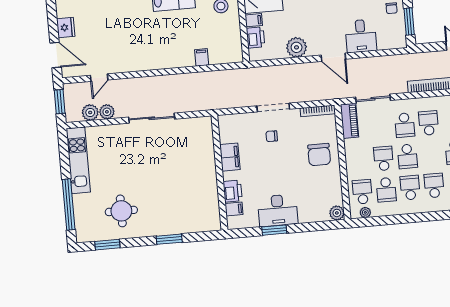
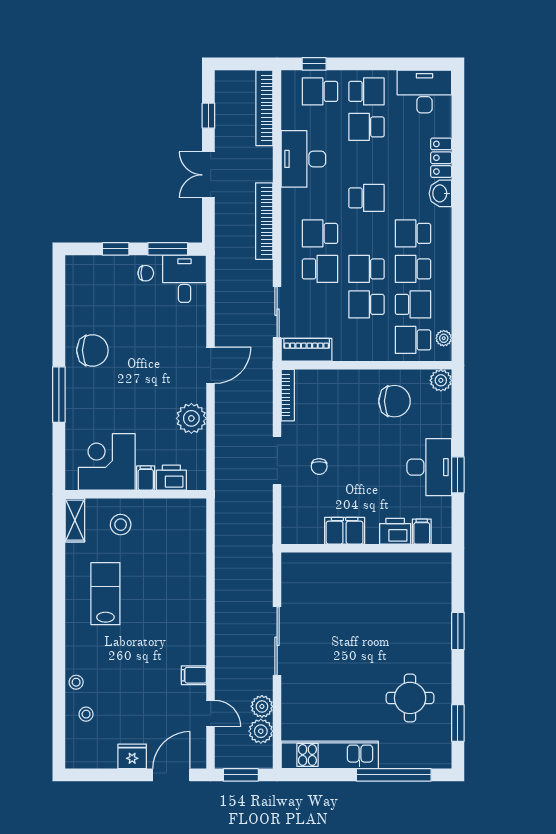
desk: (361, 36) -> (184, 279), moved, turned -90
filing cabinet: (202, 57) -> (194, 675), moved
chair: (319, 155) -> (395, 401), moved
school desk: (407, 156) -> (366, 269), turned 180

